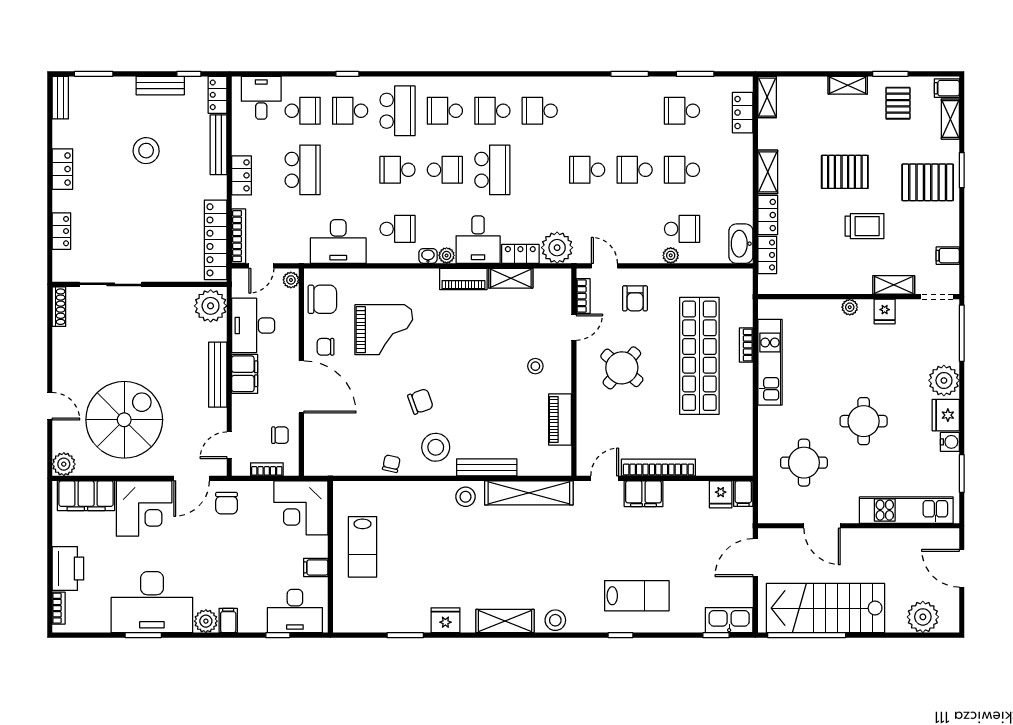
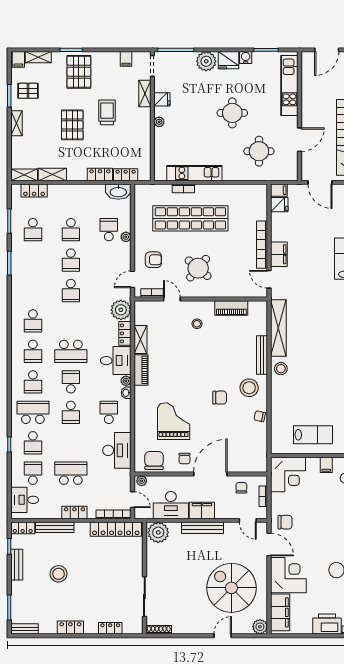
school desk: (492, 170) -> (71, 351), turned 180
shelving: (768, 172) -> (52, 175), moved
chair: (420, 401) -> (220, 398), turned 110

